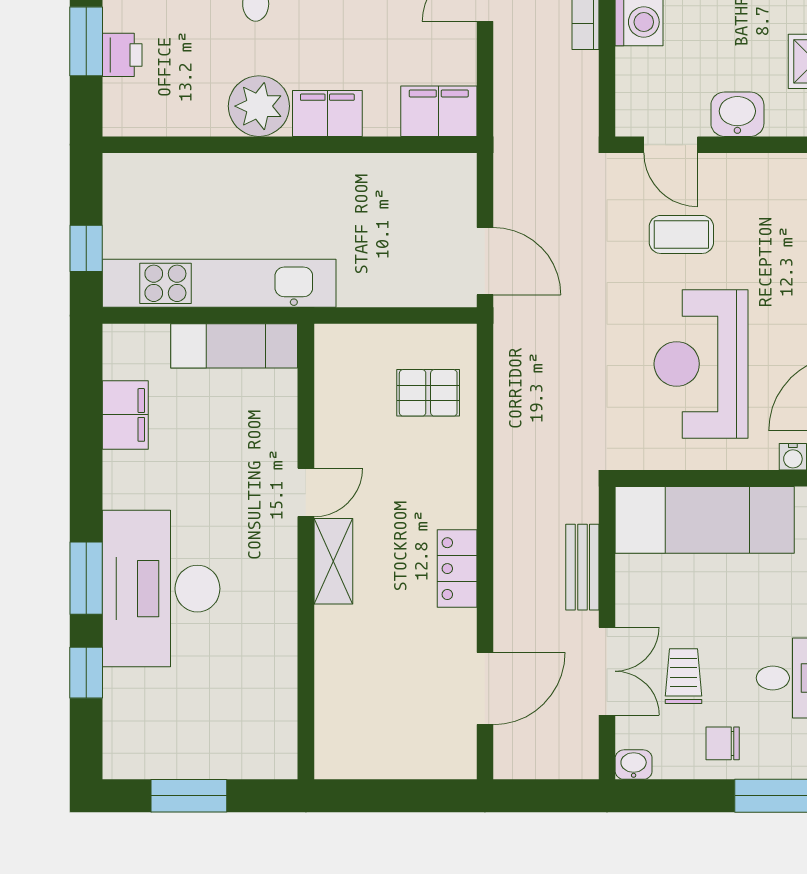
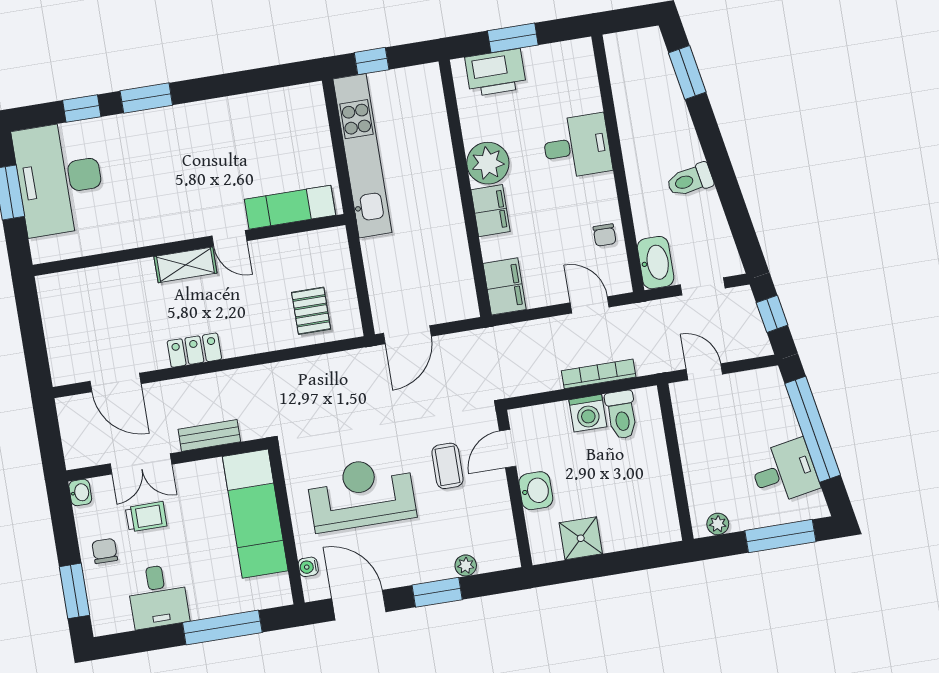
printer: (122, 55) -> (496, 73), width x1.87, depth x1.48
exam couch: (234, 346) -> (290, 207), moved, turned 90
filing cabinet: (125, 415) -> (262, 106), removed
desk: (161, 589) -> (60, 178), moved, turned -90

